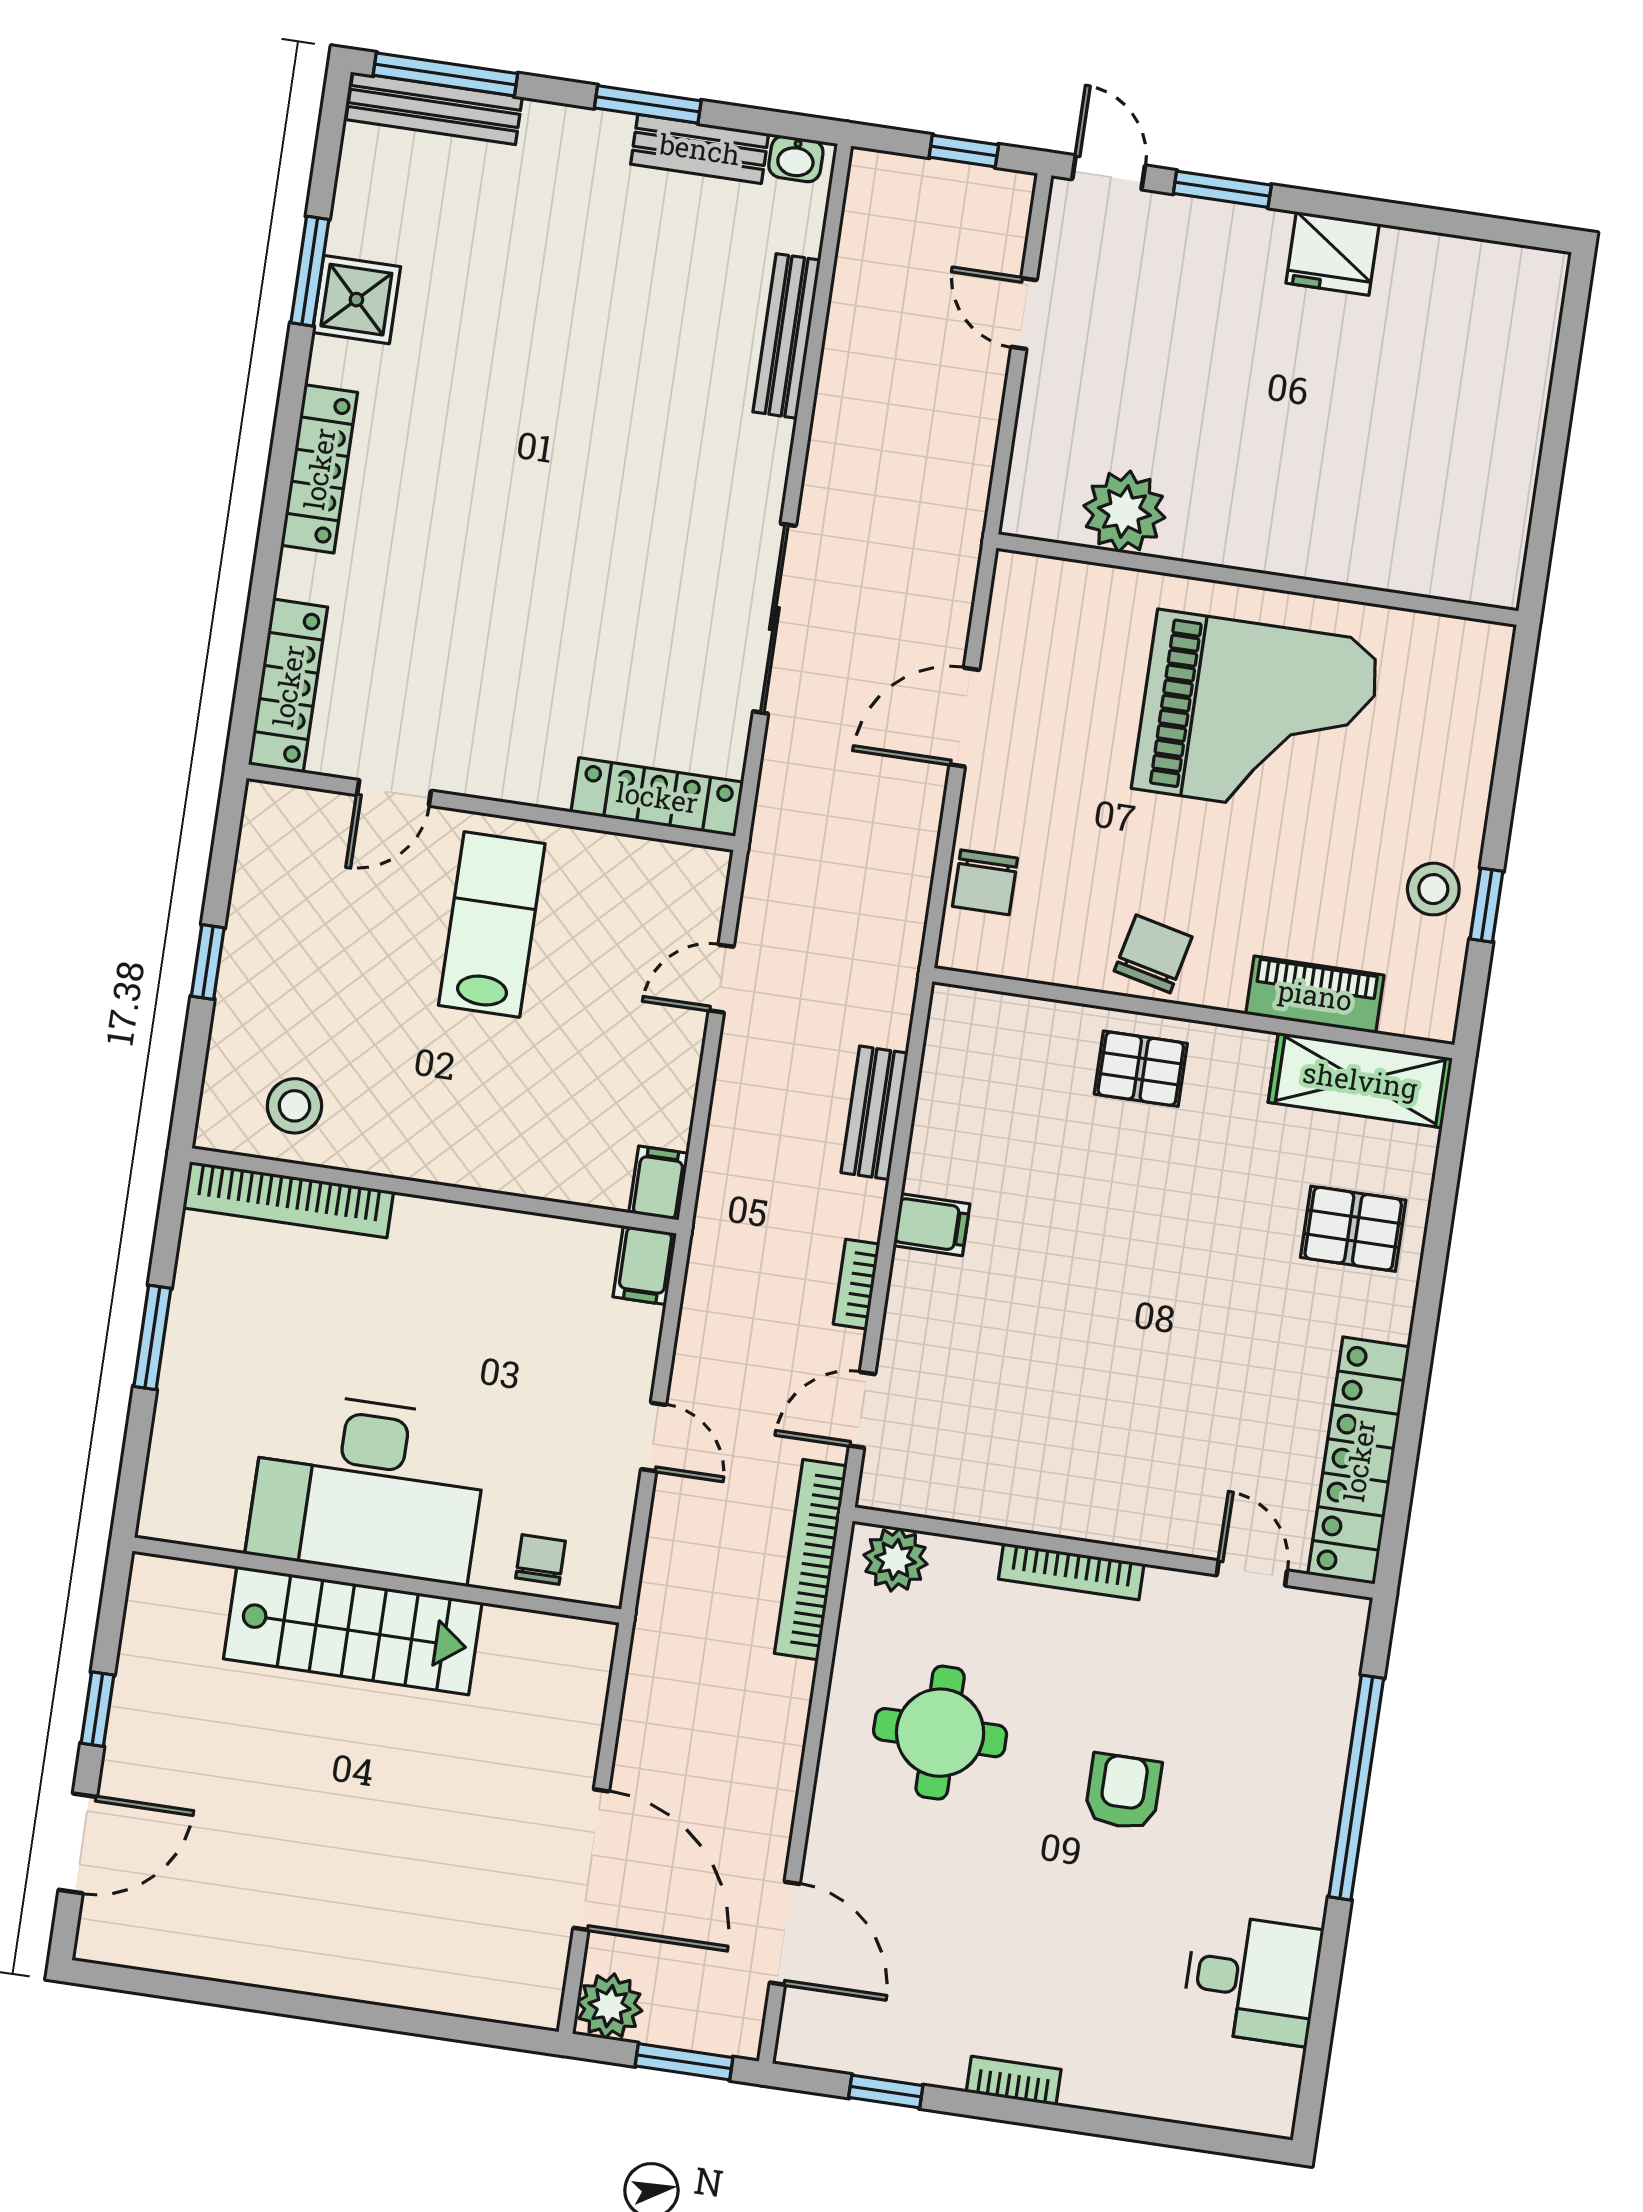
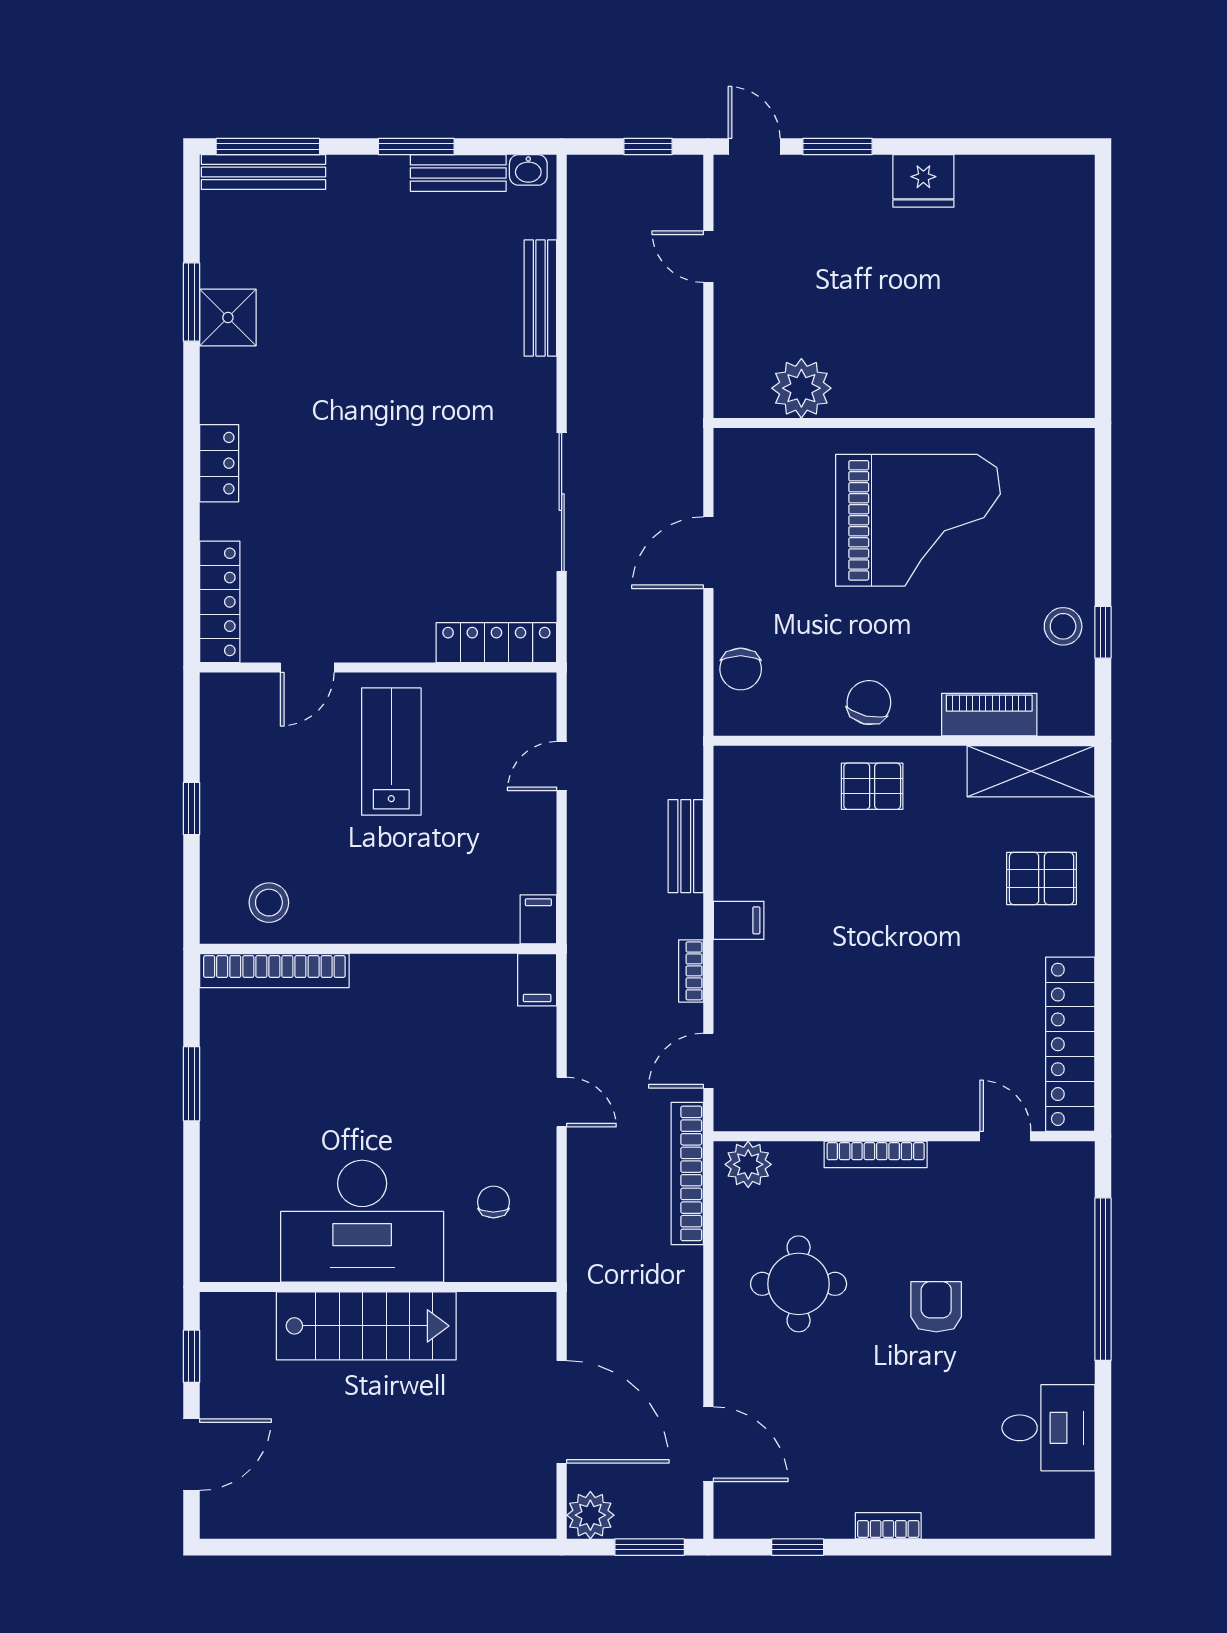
locker: (319, 469) -> (219, 463), width x0.66
desk: (368, 1487) -> (362, 1221), moved
wall: (377, 1580) -> (378, 1287), moved
stairs: (353, 1631) -> (366, 1326), moved

